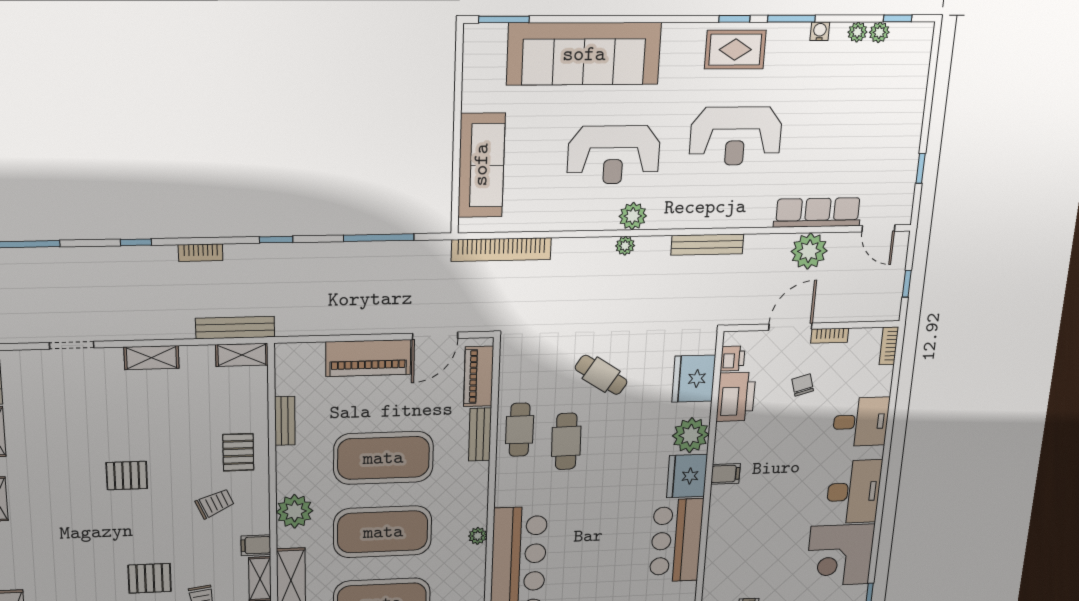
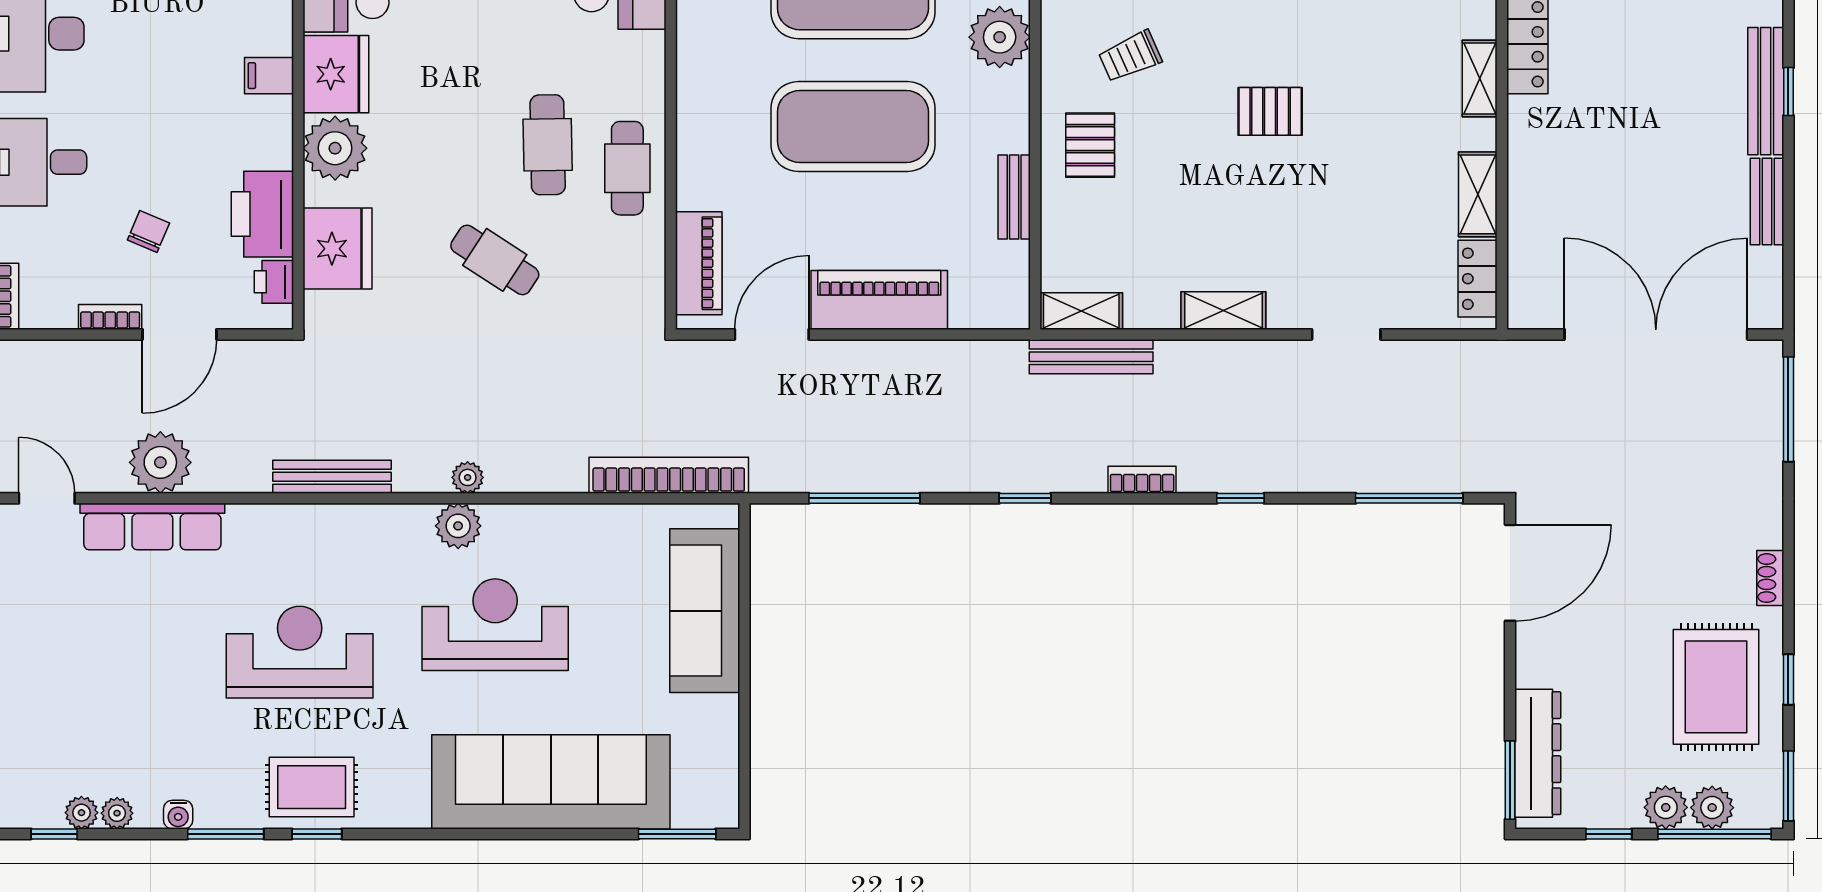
chair: (803, 385) -> (148, 231), turned -141
bench: (480, 435) -> (693, 162), removed

